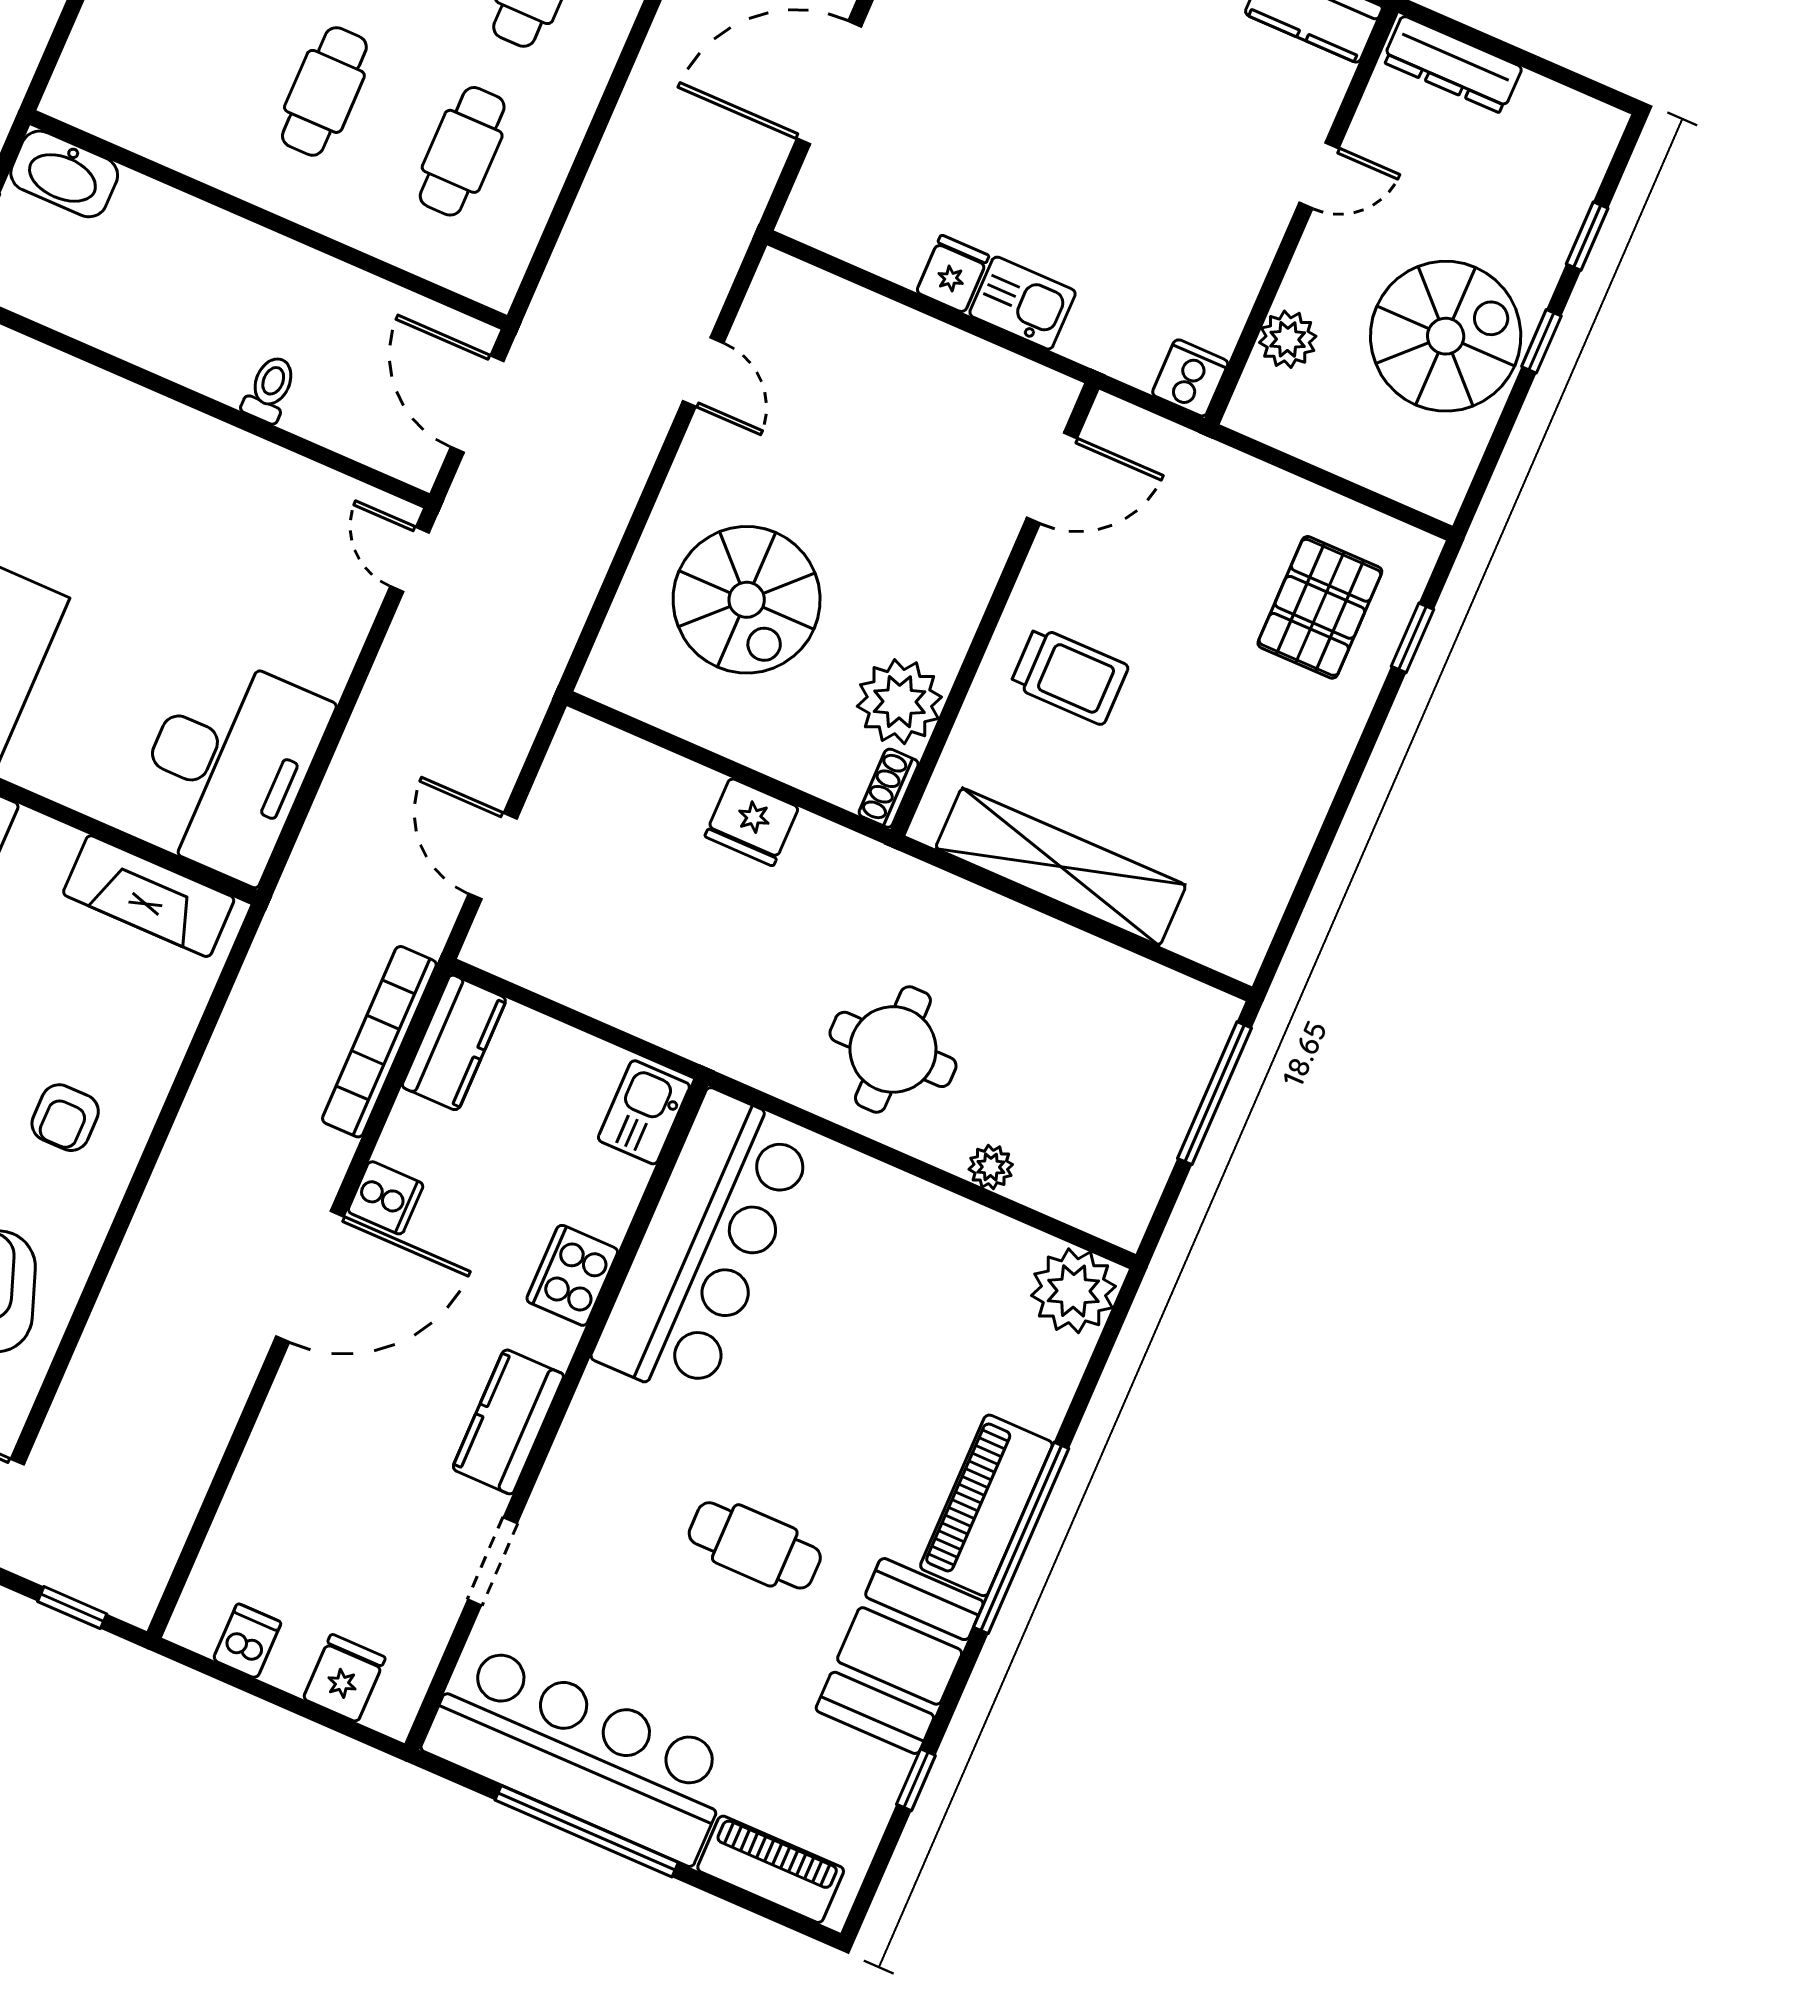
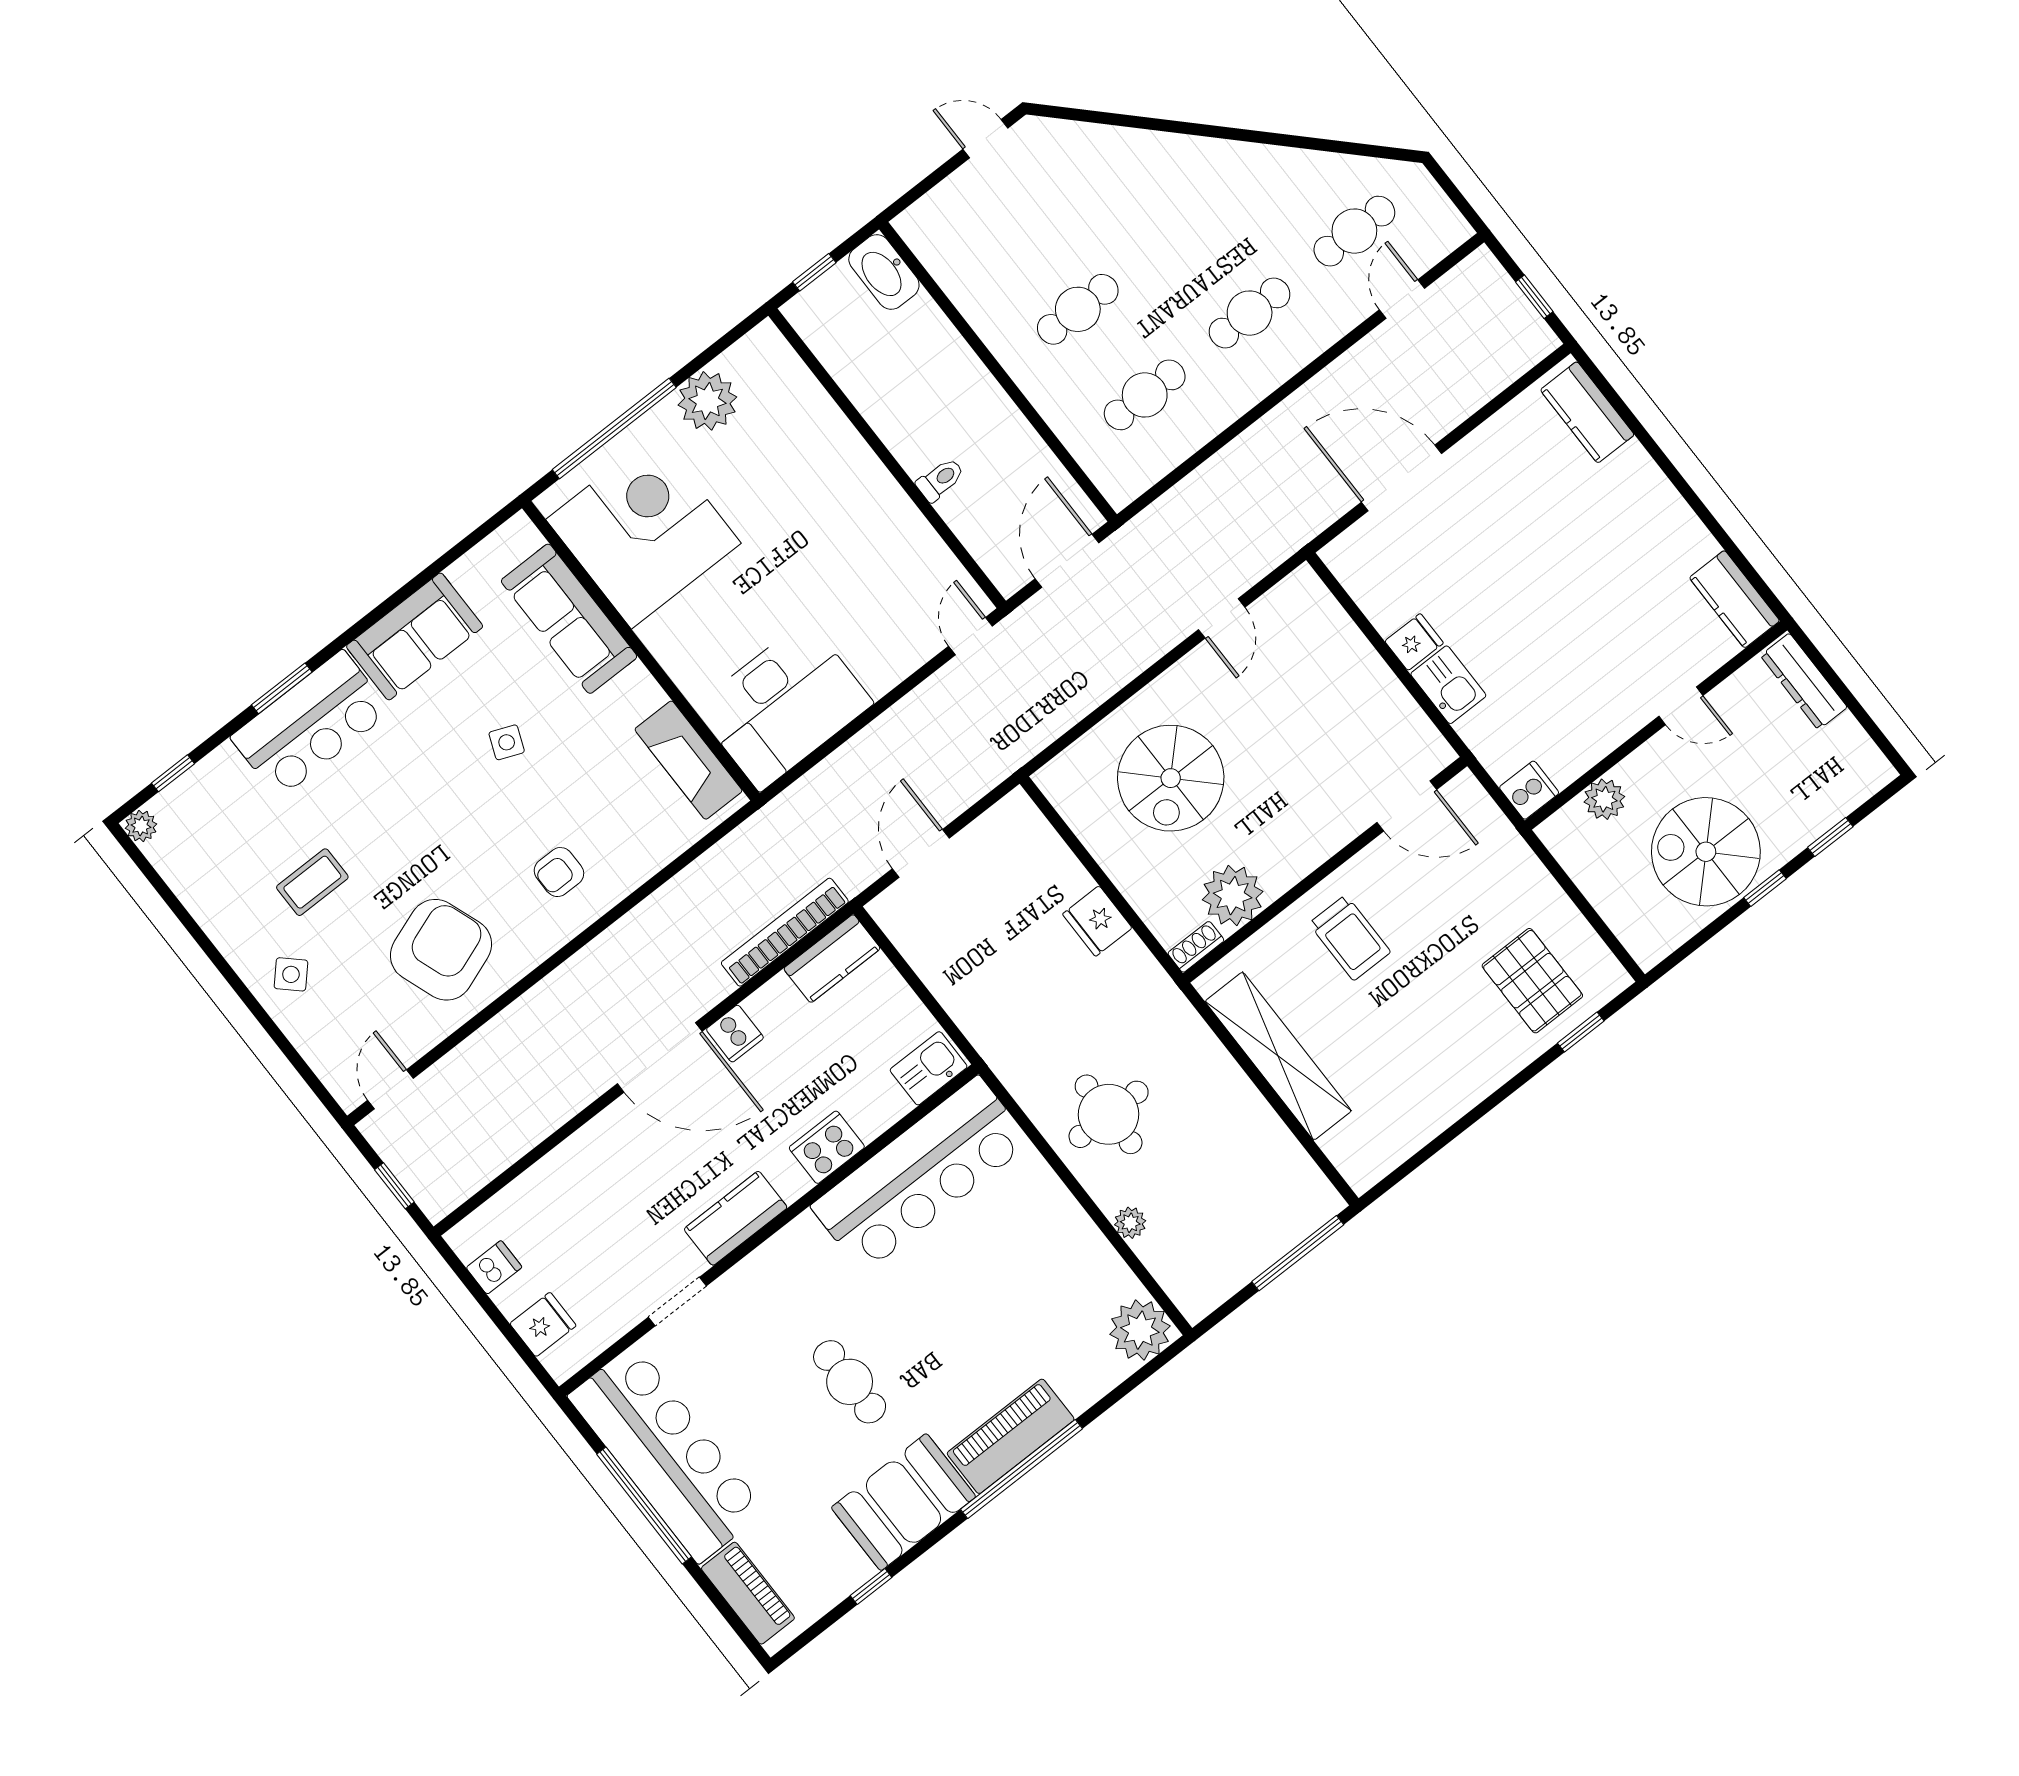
spiral stairs: (1446, 336) -> (1706, 852), turned 180
pallet: (1320, 607) -> (1532, 981), turned 90

